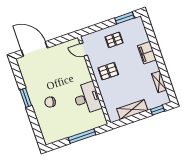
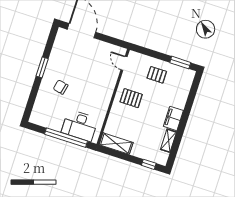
filing cabinet: (147, 53) -> (173, 118), moved
desk: (87, 98) -> (80, 125), moved, turned 90
shelving: (132, 109) -> (116, 144), moved
window: (82, 136) -> (66, 138), width x1.46

